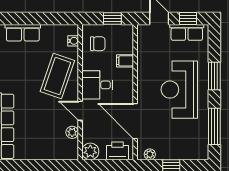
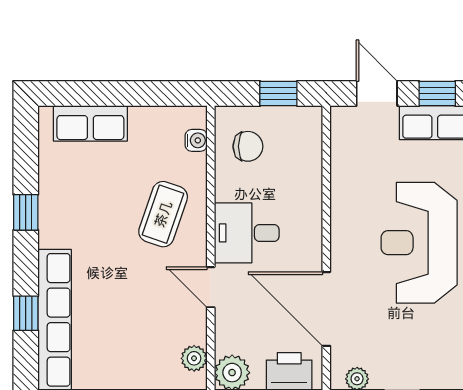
filing cabinet: (125, 61) -> (305, 182), removed
coffee table: (57, 76) -> (163, 214), width x0.73, depth x0.76
plant: (72, 132) -> (194, 358), moved

